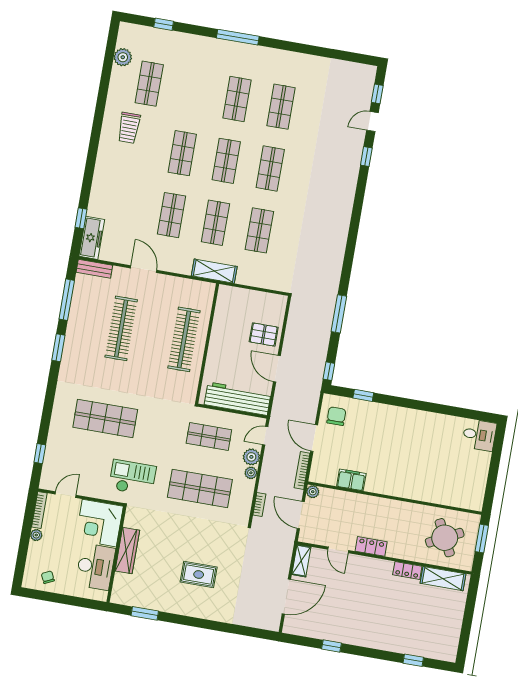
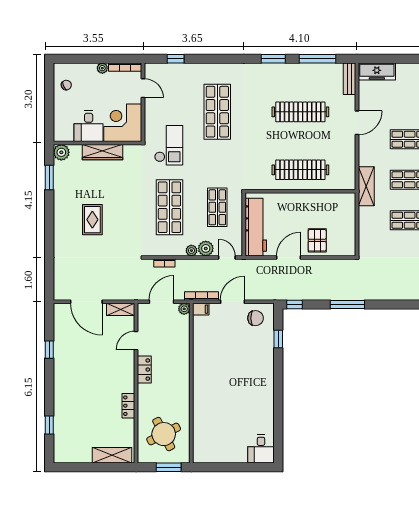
window: (81, 218) -> (393, 59), removed
filing cabinet: (351, 480) -> (201, 309), moved, width x0.50
desk: (95, 567) -> (89, 126), width x0.73
shelving: (443, 579) -> (112, 455), moved, turned 90
plant: (120, 595) -> (61, 152), added

